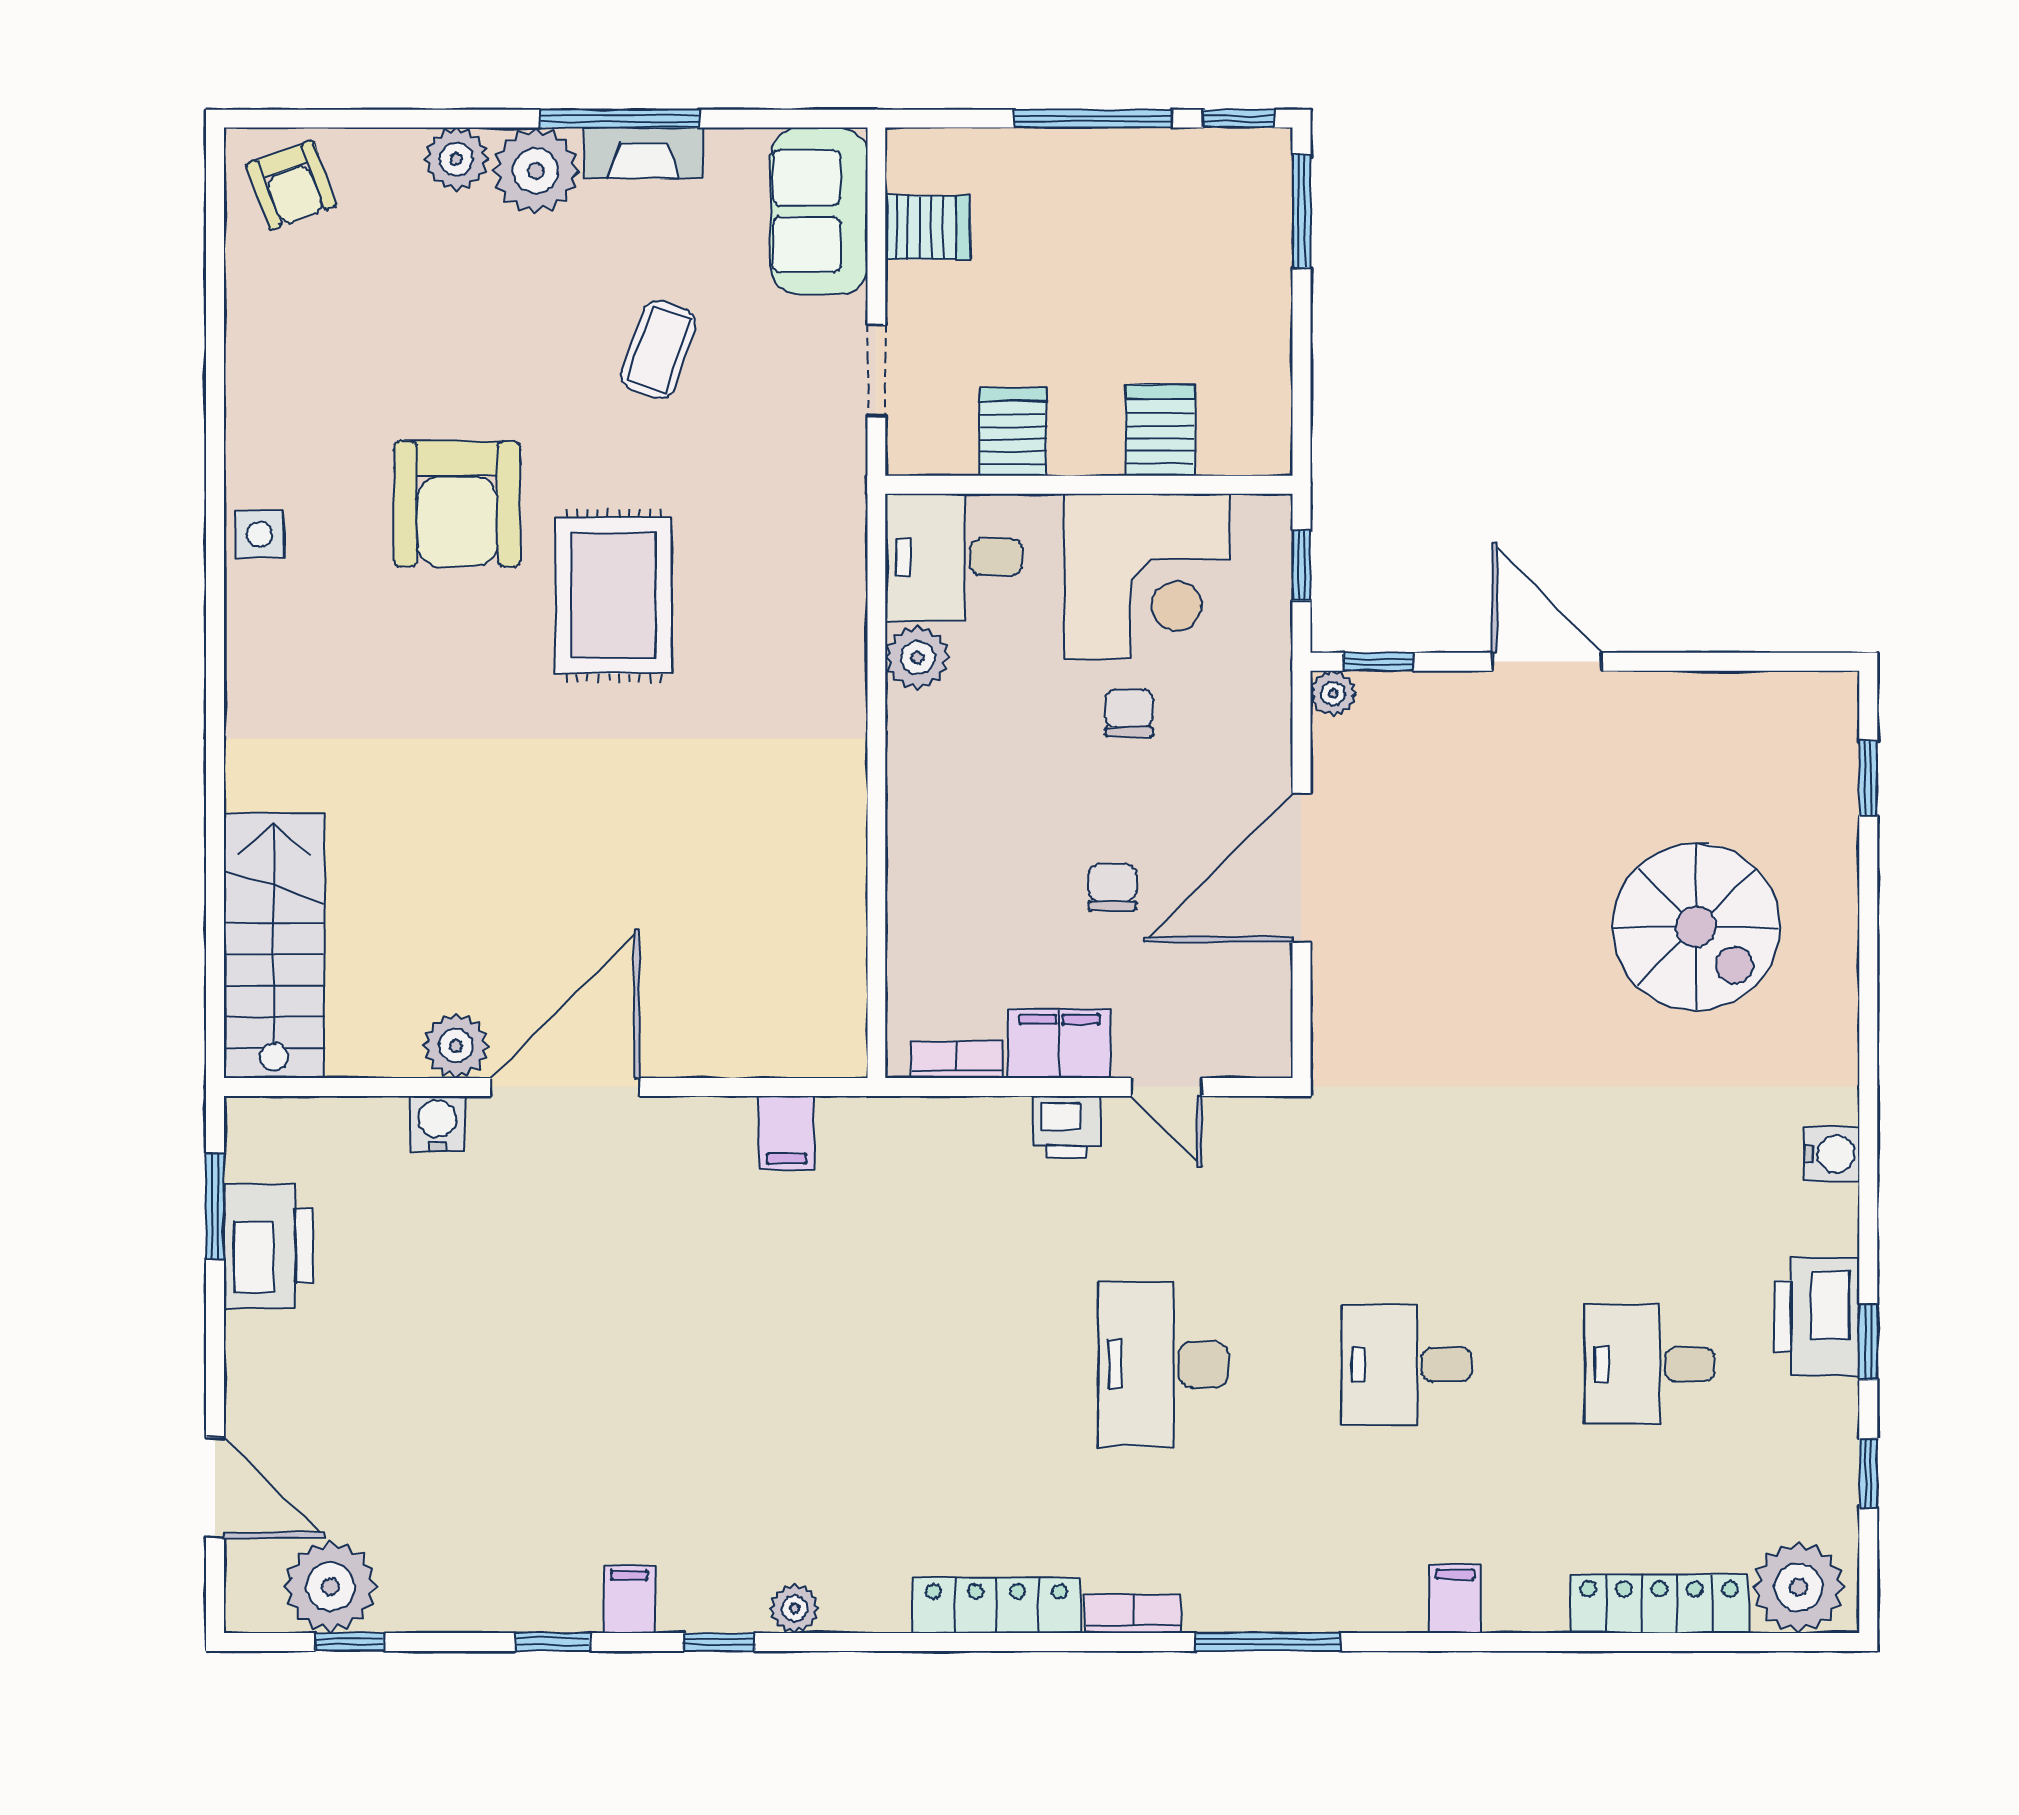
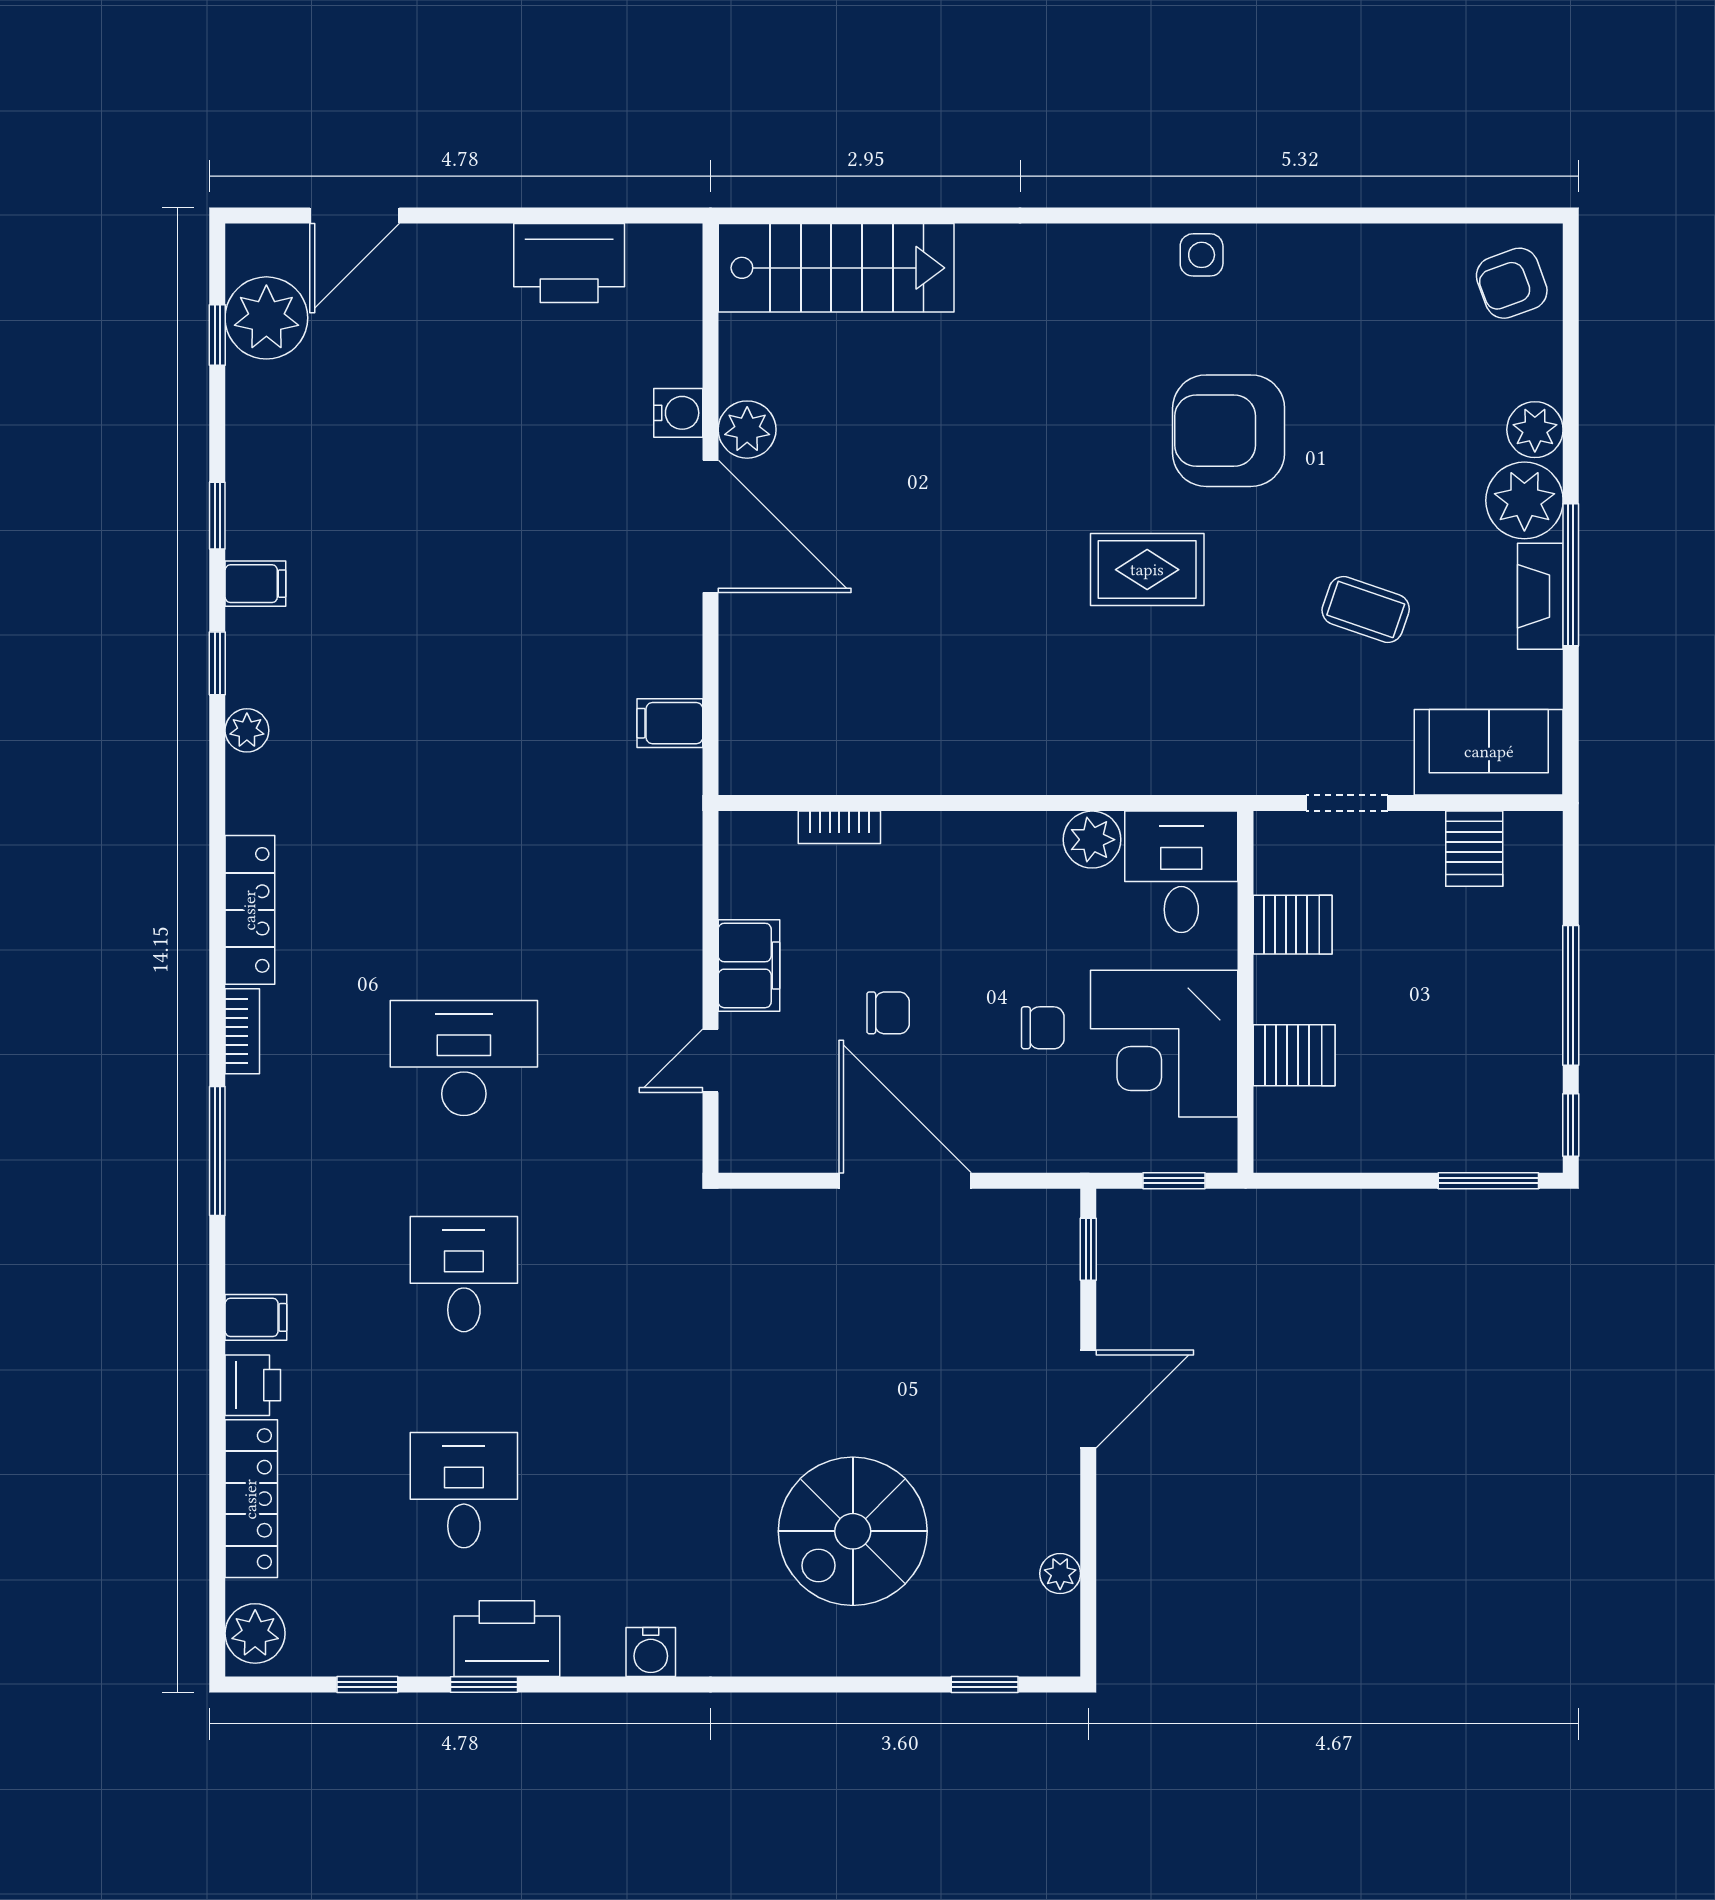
rug: (614, 595) -> (1147, 570), width x0.73, depth x0.70
plant: (1333, 693) -> (1060, 1574), moved
bookcase: (957, 1060) -> (839, 827), moved, turned 90
printer: (1067, 1127) -> (253, 1385), moved, turned 180
window: (215, 1206) -> (605, 215), removed
plant: (1799, 1587) -> (255, 1633), width x0.73, depth x0.73

